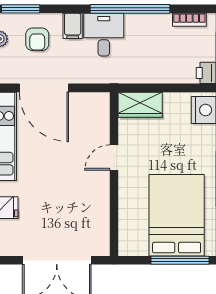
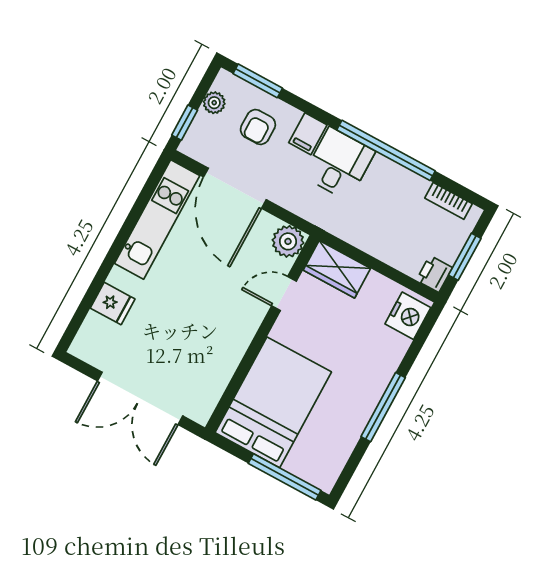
plant: (98, 104) -> (288, 241), added
door: (114, 158) -> (284, 293), moved
bed: (177, 215) -> (273, 402), moved

